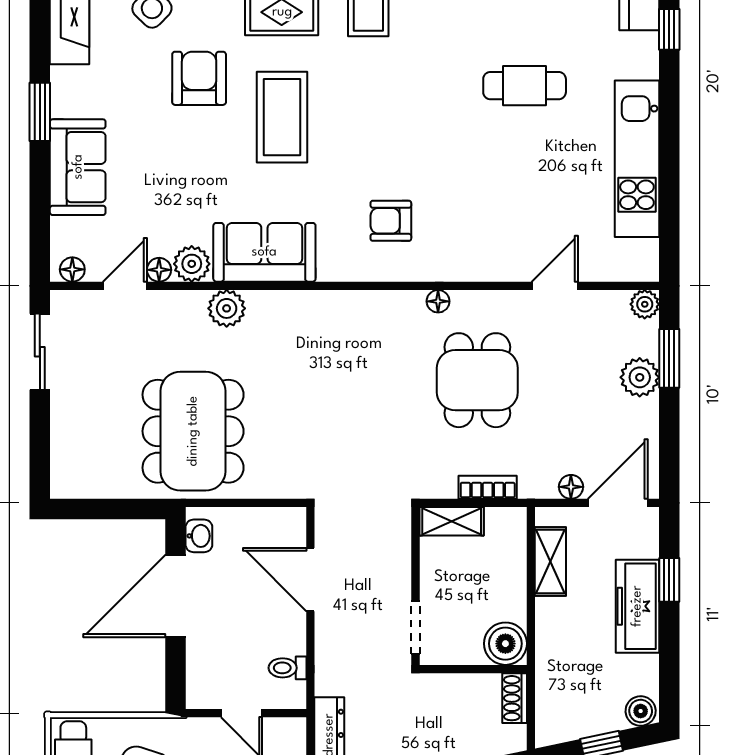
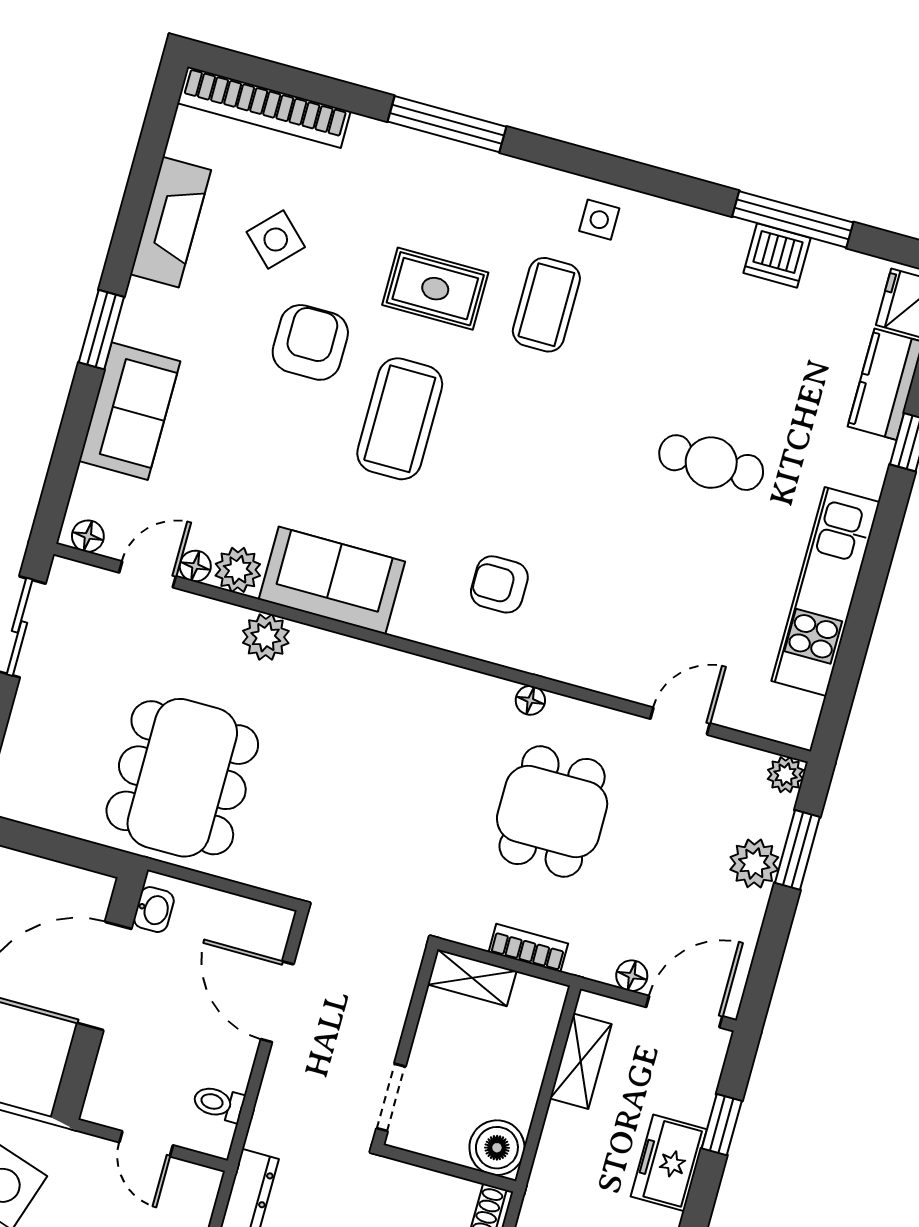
freezer: (637, 606) -> (669, 1163), width x0.71

